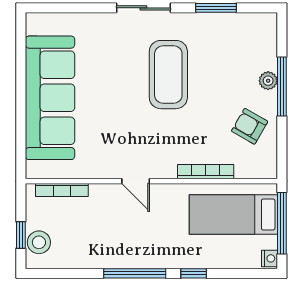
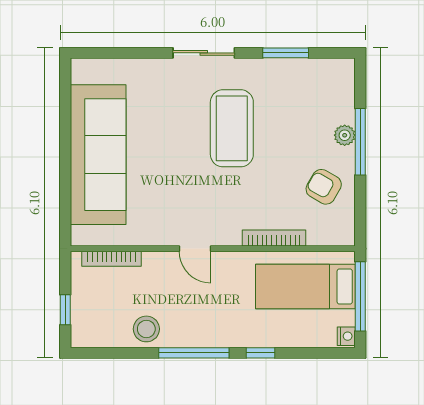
stool: (39, 242) -> (146, 329), moved

